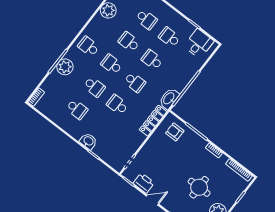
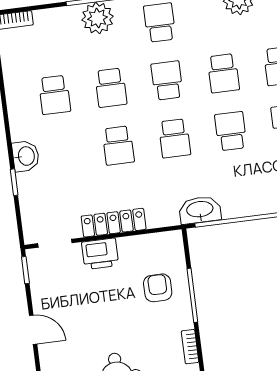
school desk: (129, 42) -> (223, 73), turned 180
school desk: (117, 105) -> (118, 146), turned 180
locker: (153, 121) -> (114, 223), moved
armchair: (175, 132) -> (158, 288), moved
printer: (144, 183) -> (100, 254), moved, turned 90

